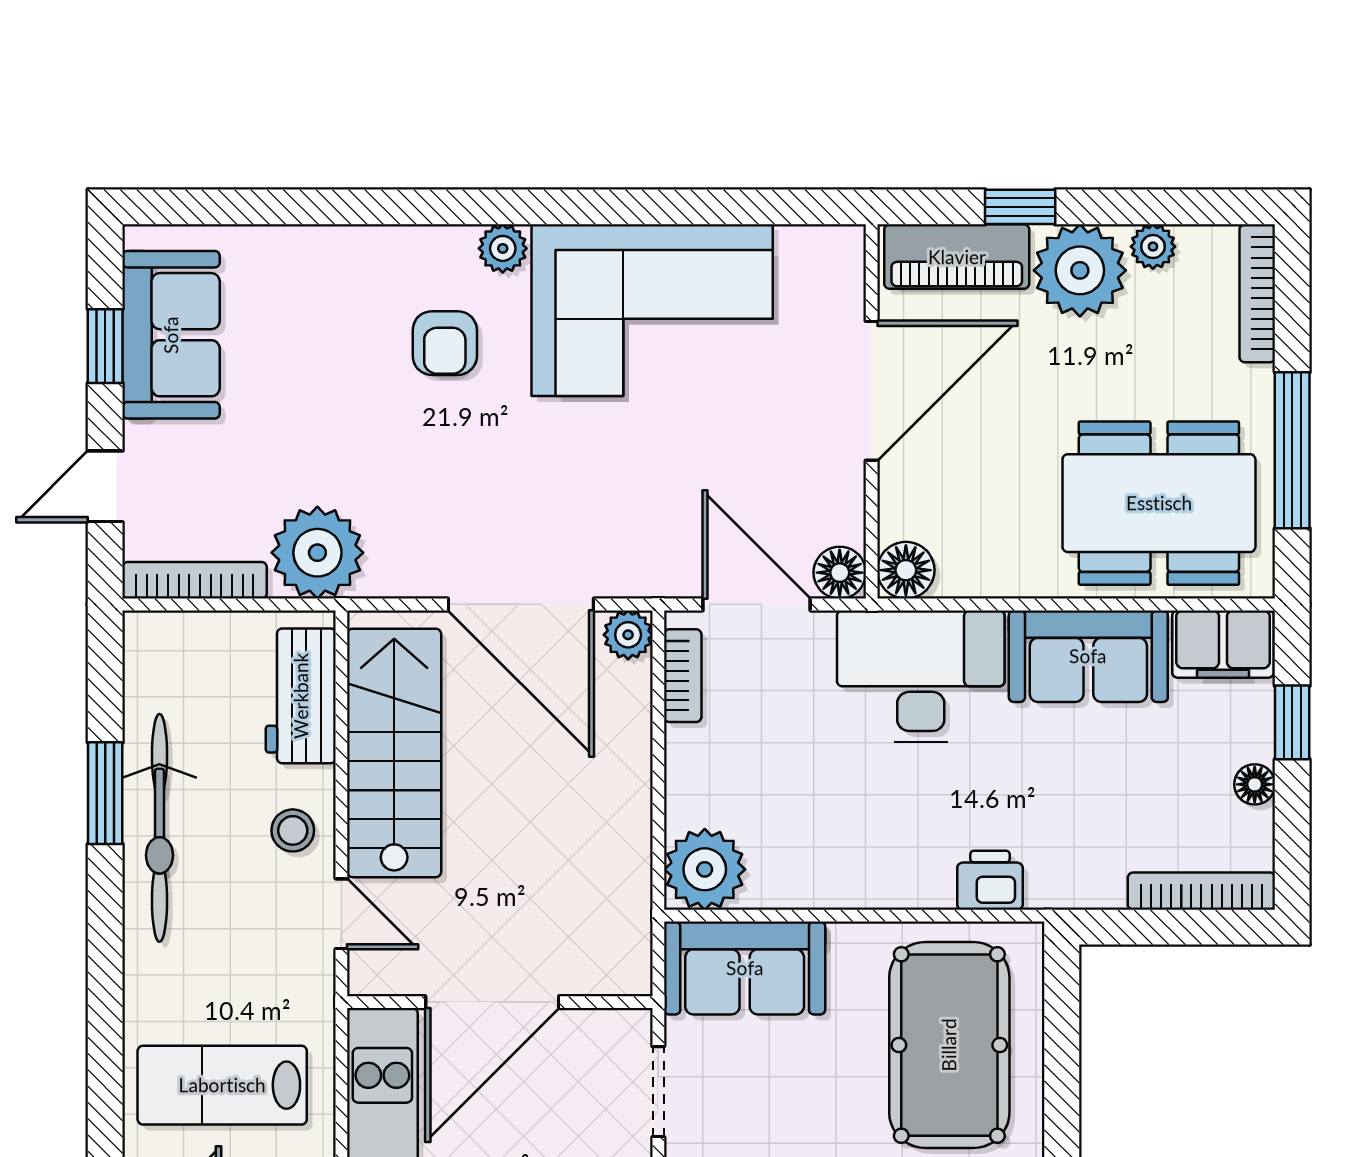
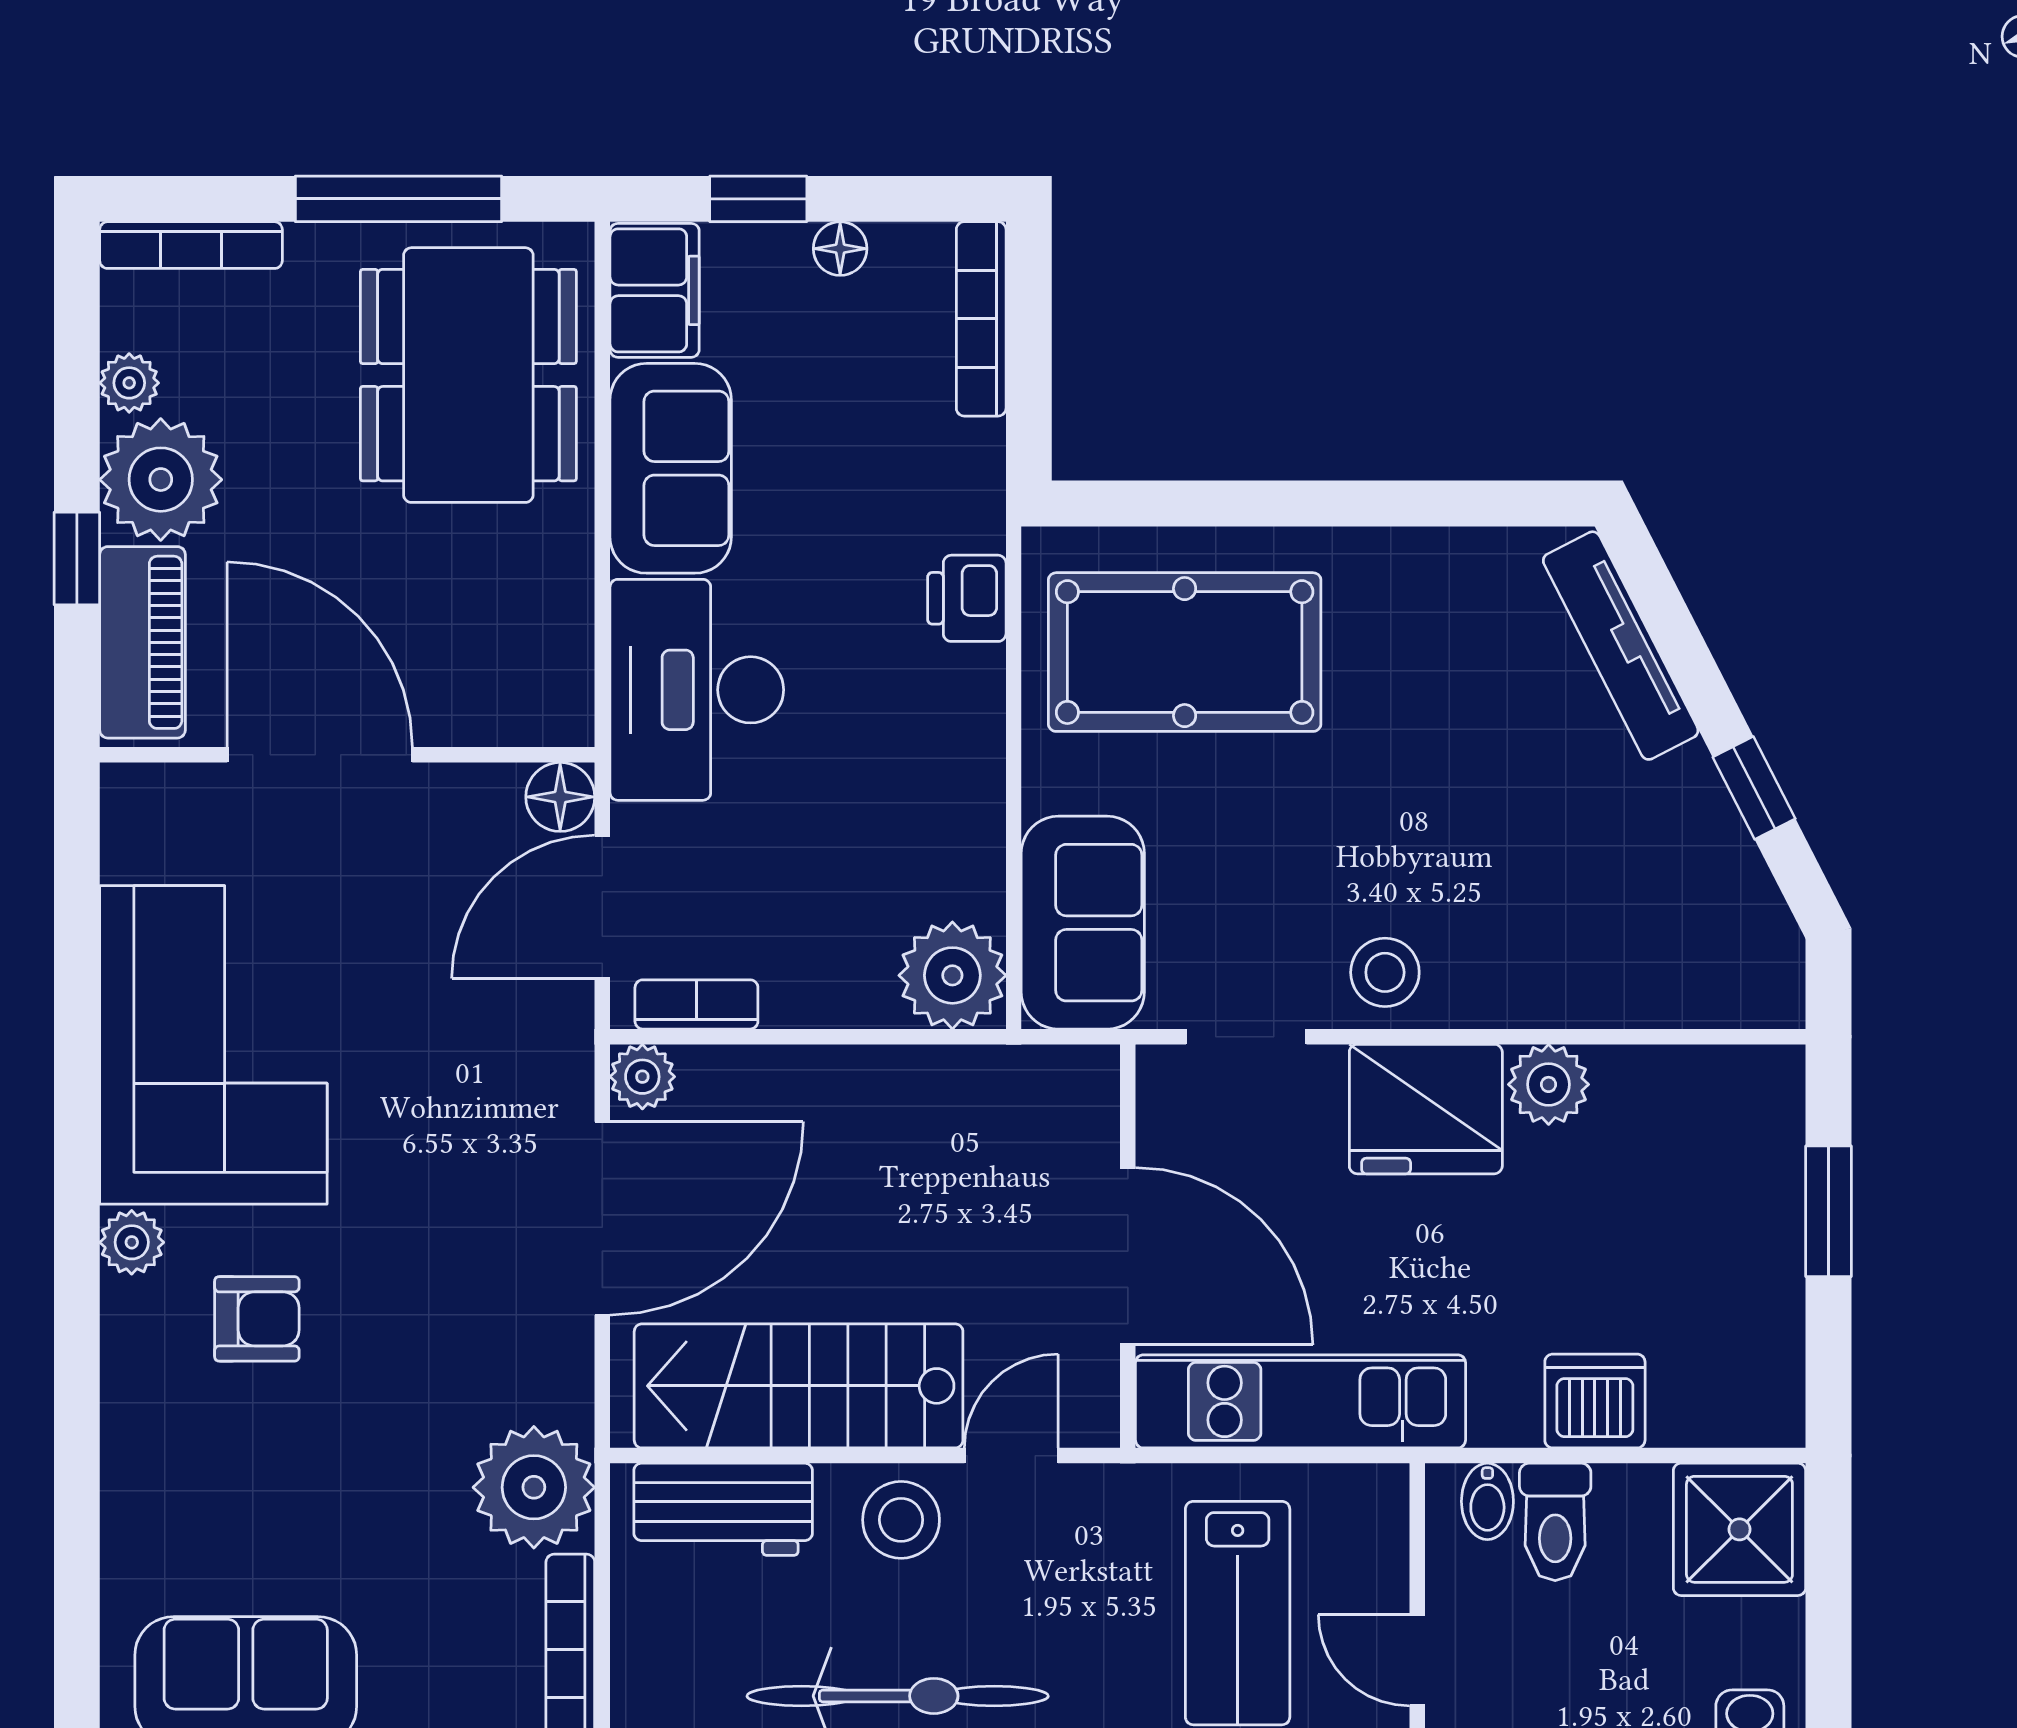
floor lamp: (906, 570) -> (557, 710), removed
stool: (293, 830) -> (901, 1520), width x1.37, depth x1.37

